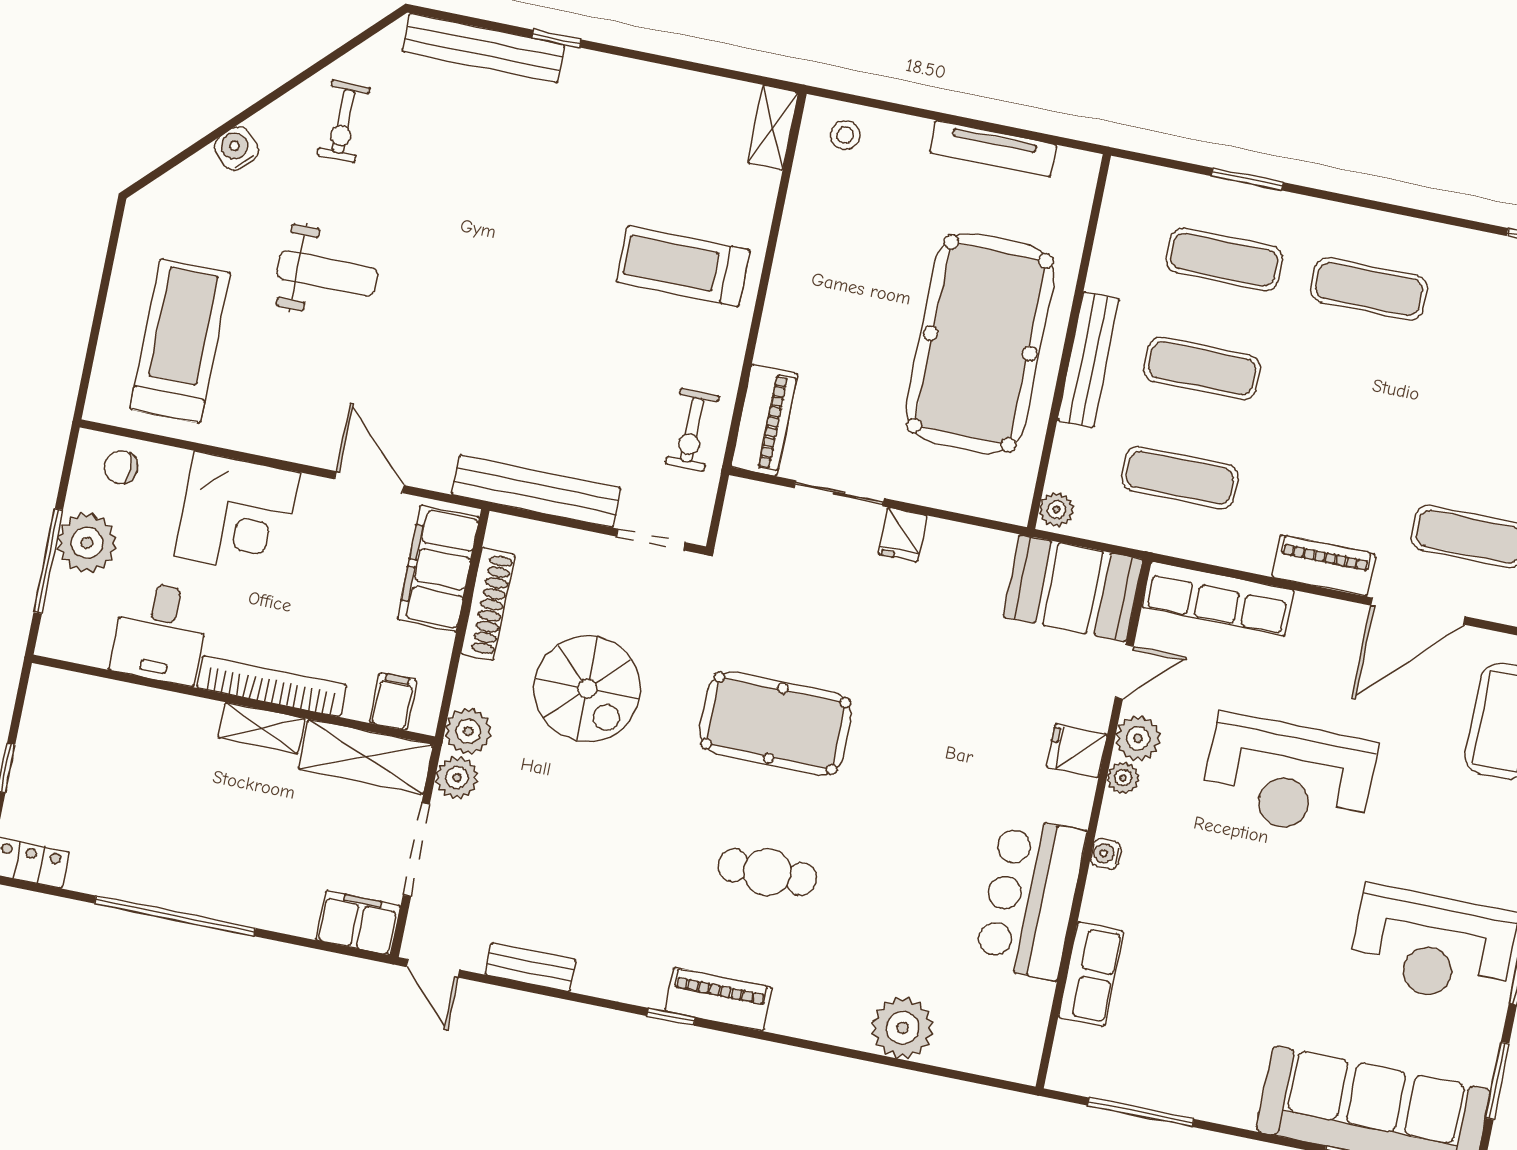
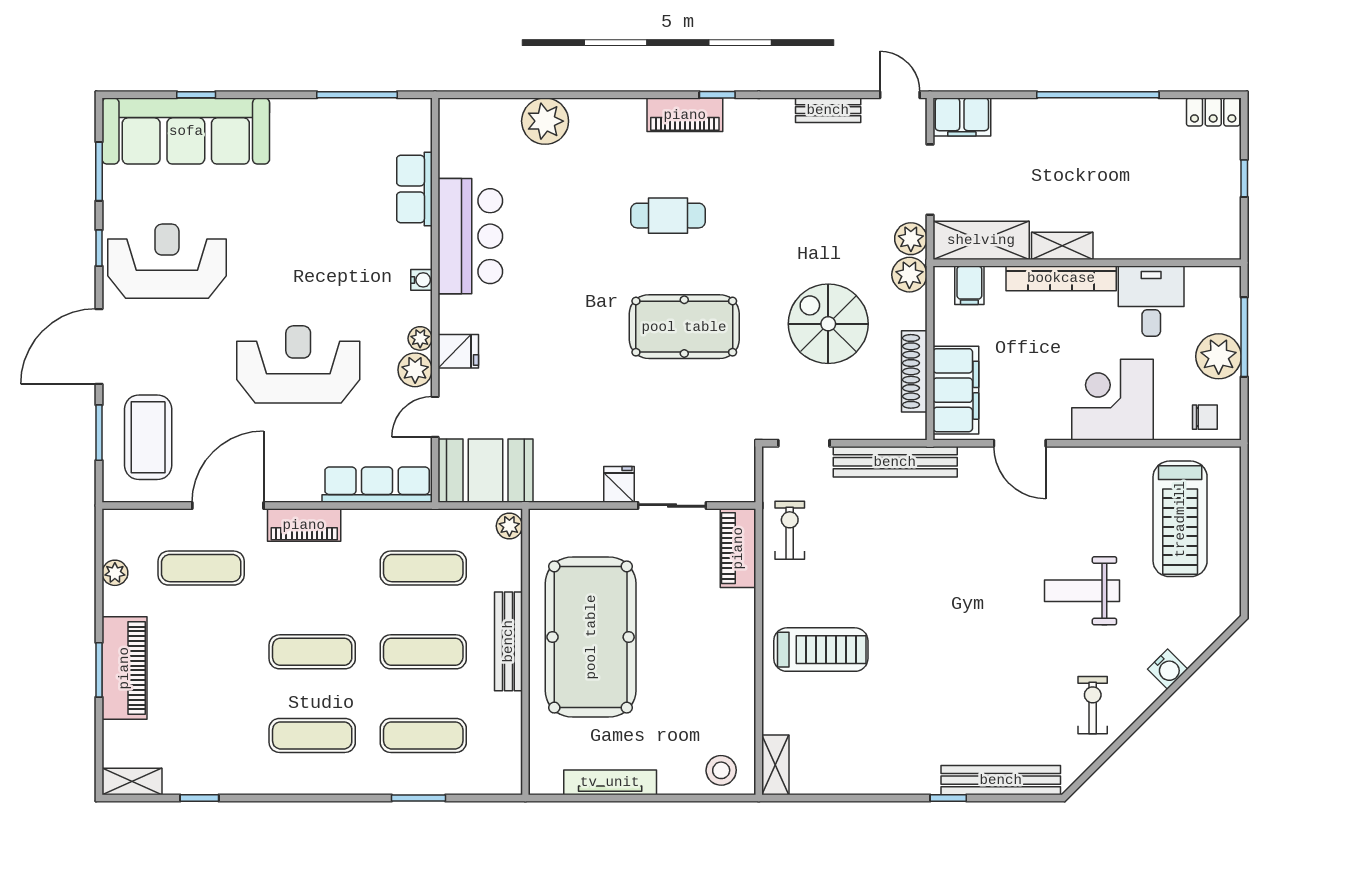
stool: (845, 135) -> (721, 770), width x1.37, depth x1.37
exercise mat: (1347, 398) -> (312, 652), added

